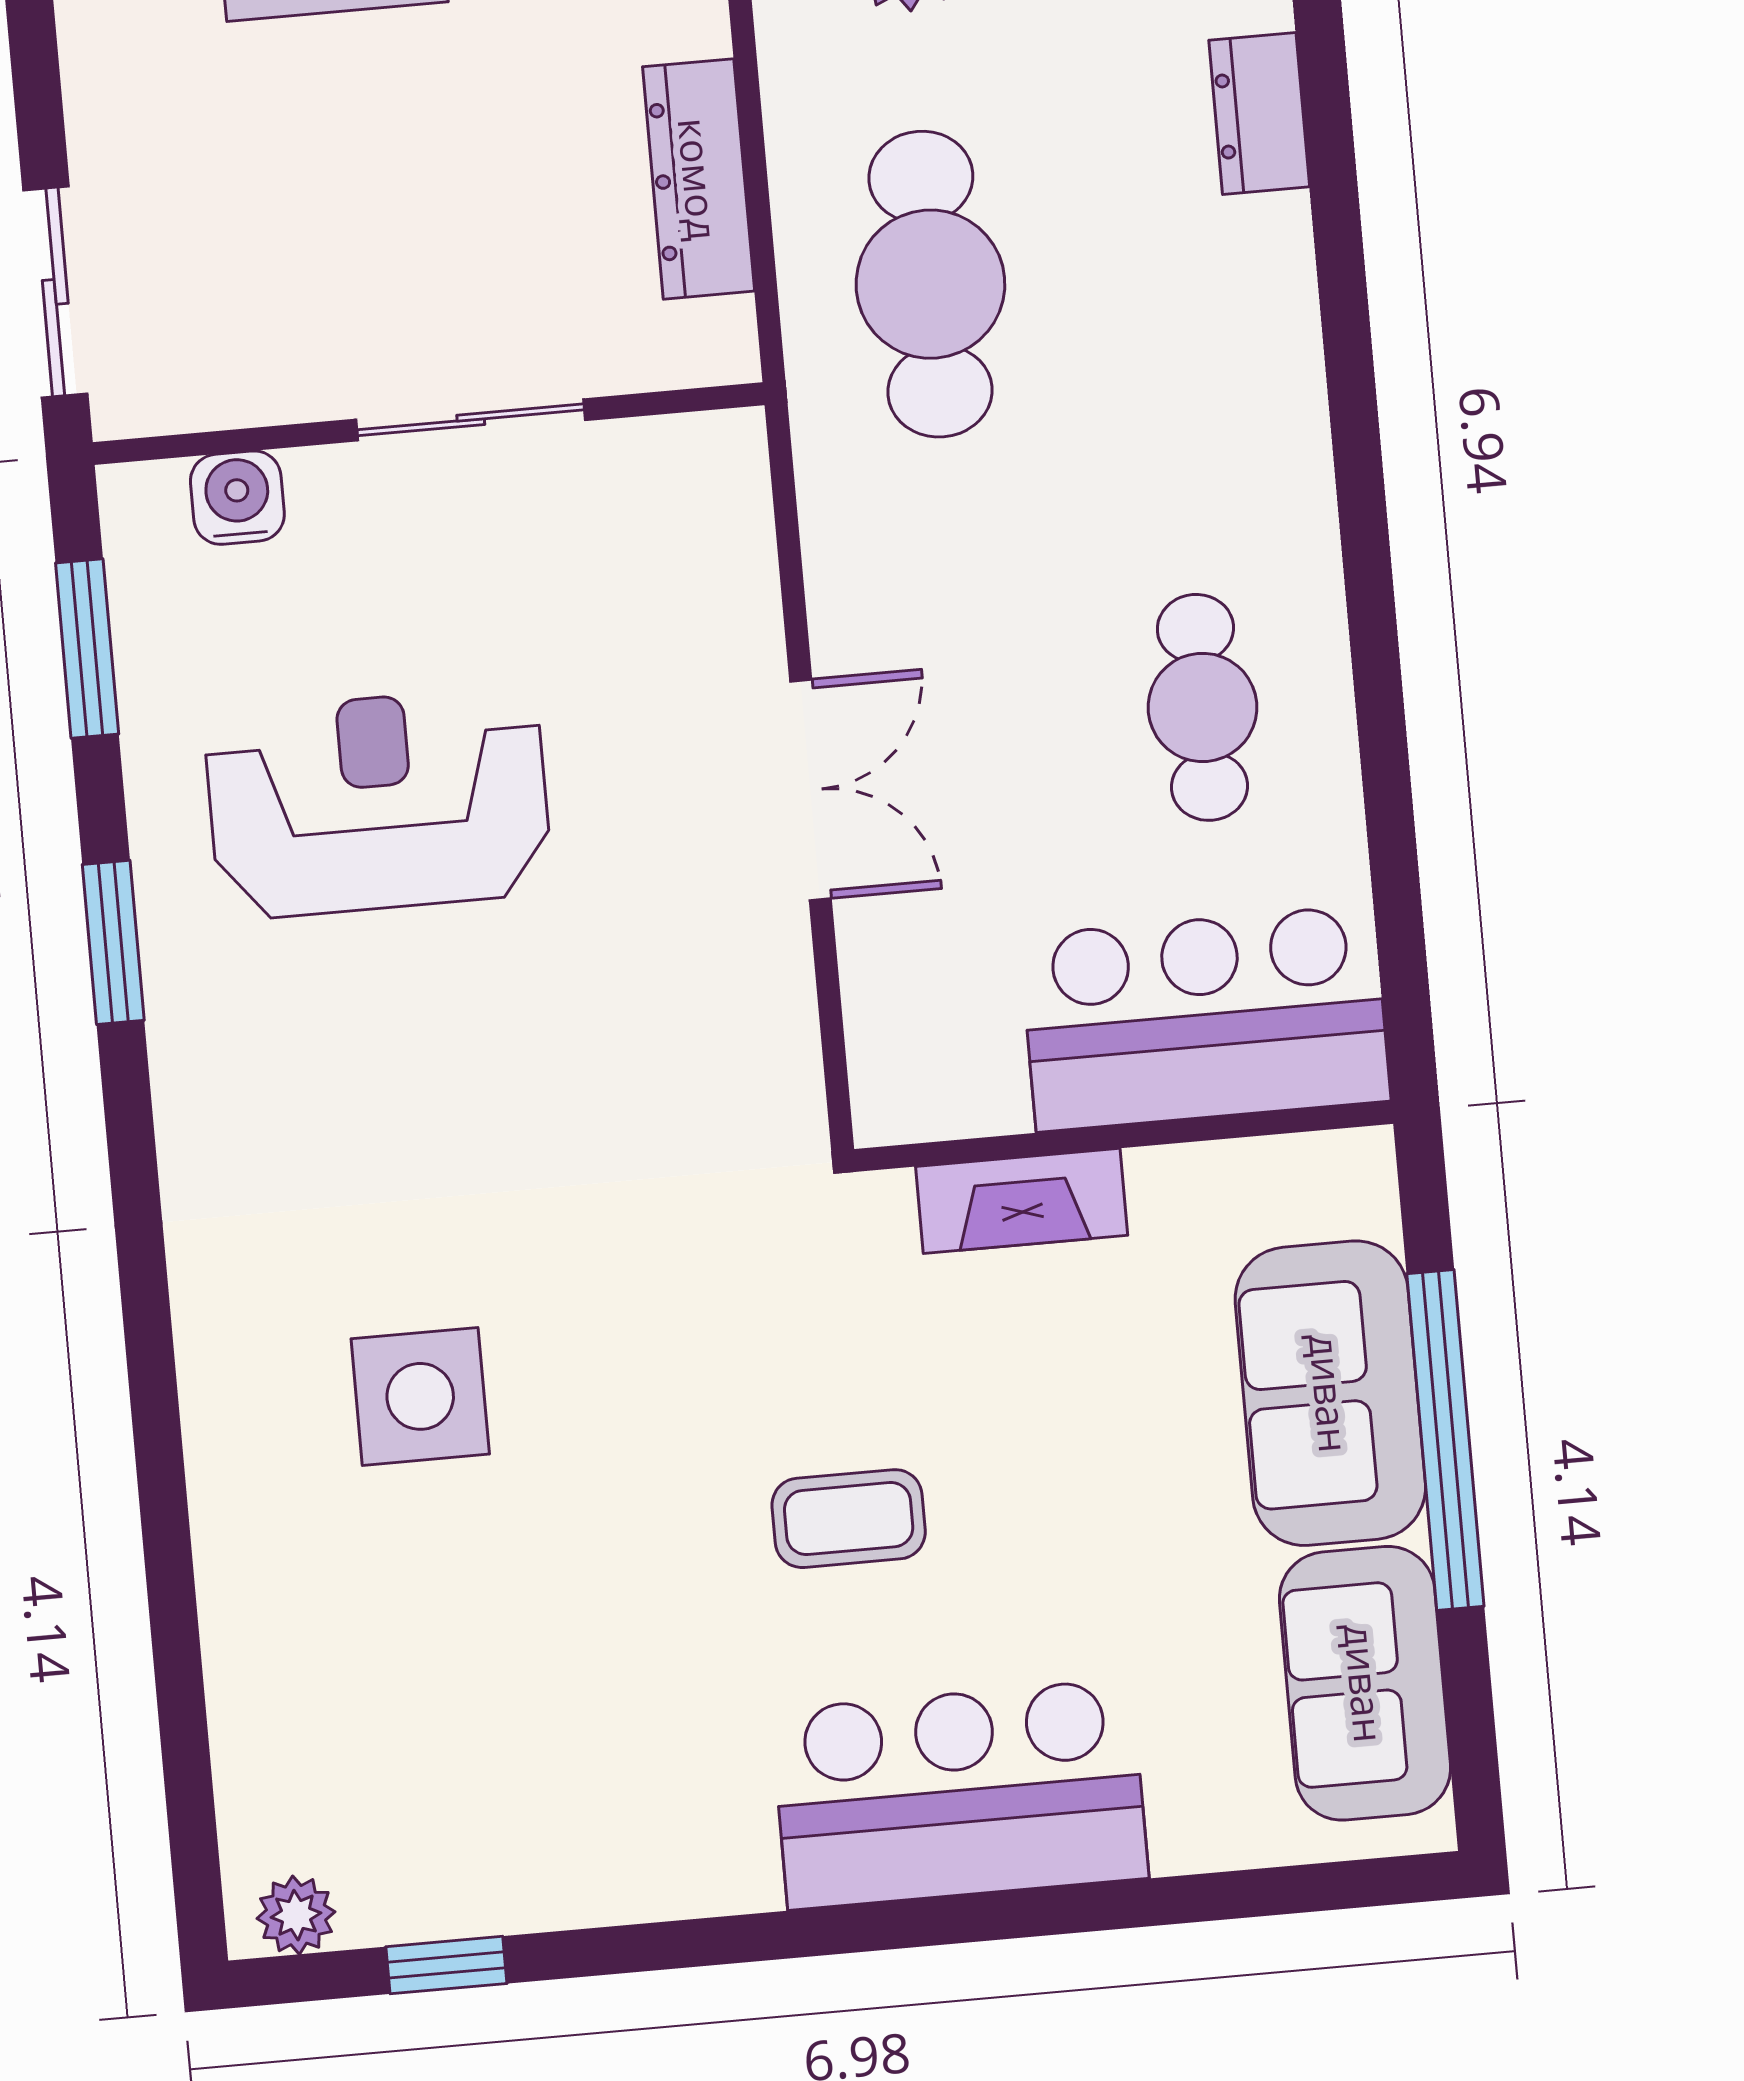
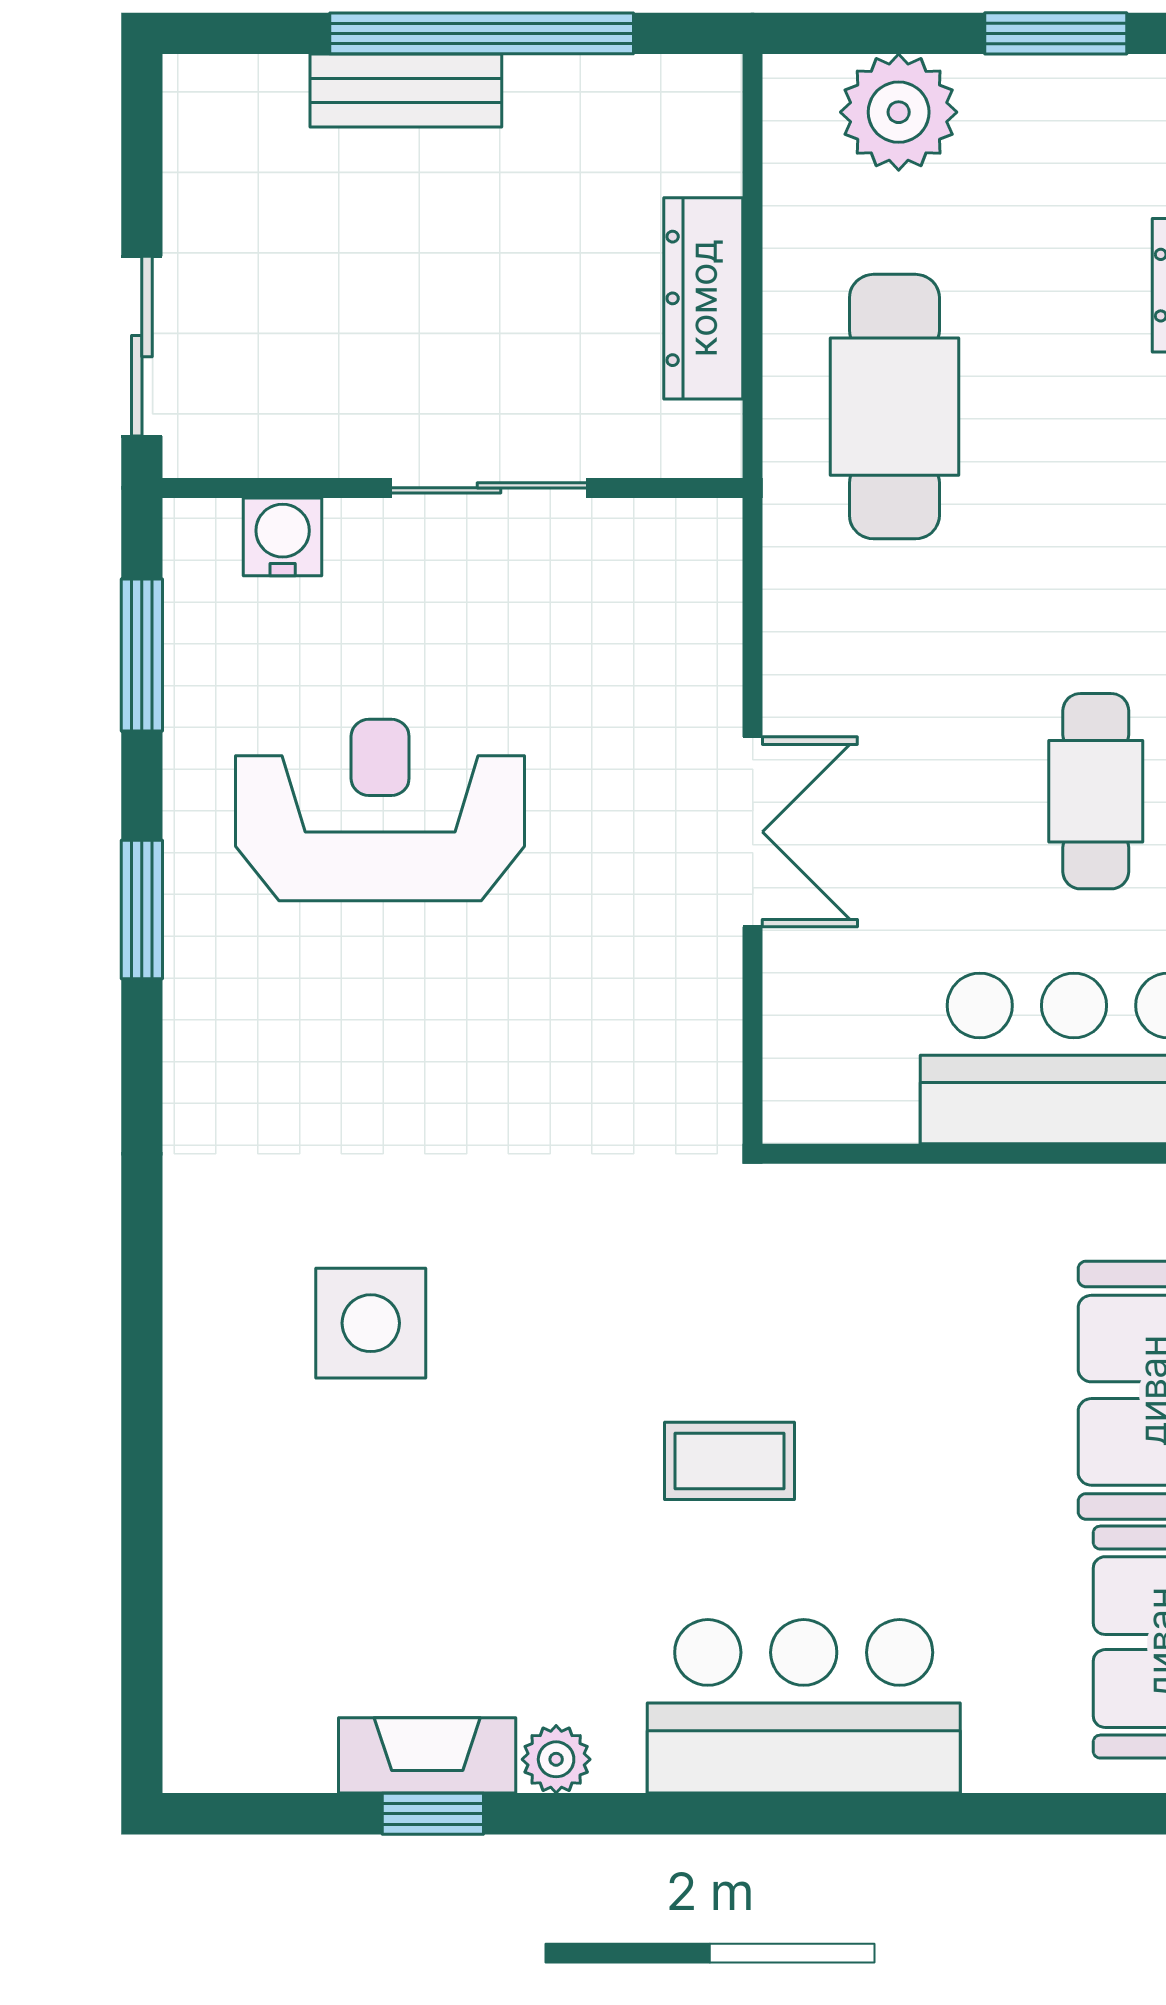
fireplace: (1022, 1201) -> (427, 1755), moved, turned 180
plant: (296, 1915) -> (556, 1759), moved
window: (446, 1965) -> (433, 1814), moved

